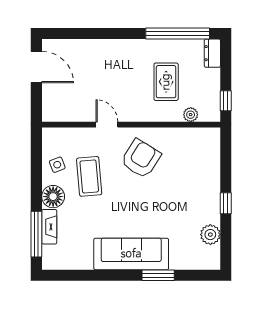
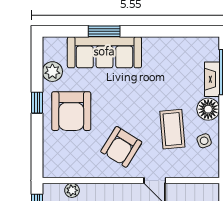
armchair: (191, 195) -> (71, 111), added
sofa: (131, 254) -> (104, 52), moved

